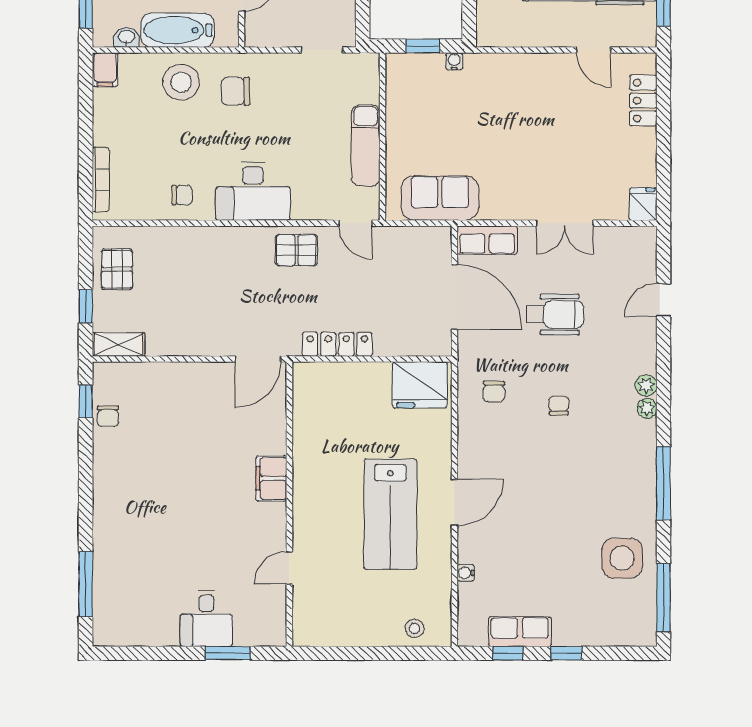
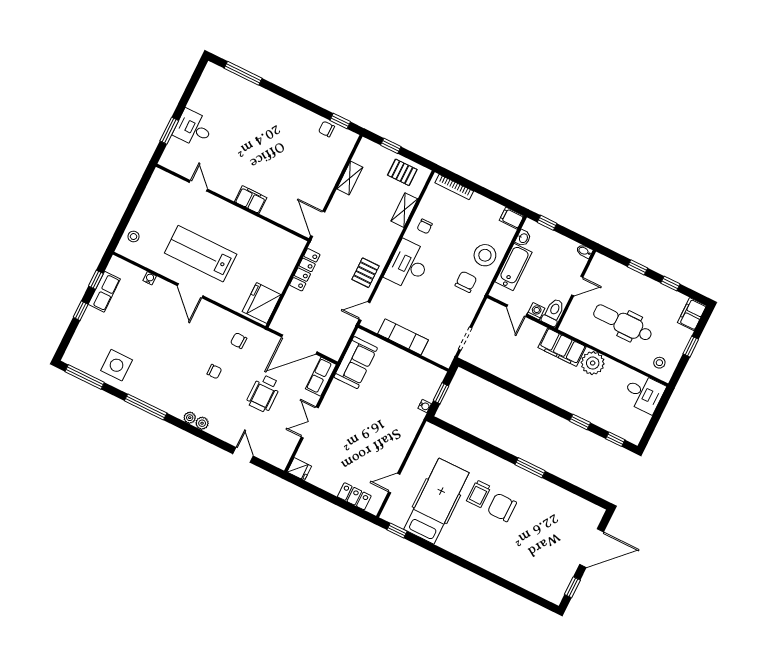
shelving: (173, 238) -> (404, 210), added
shelving: (118, 344) -> (350, 178), moved

